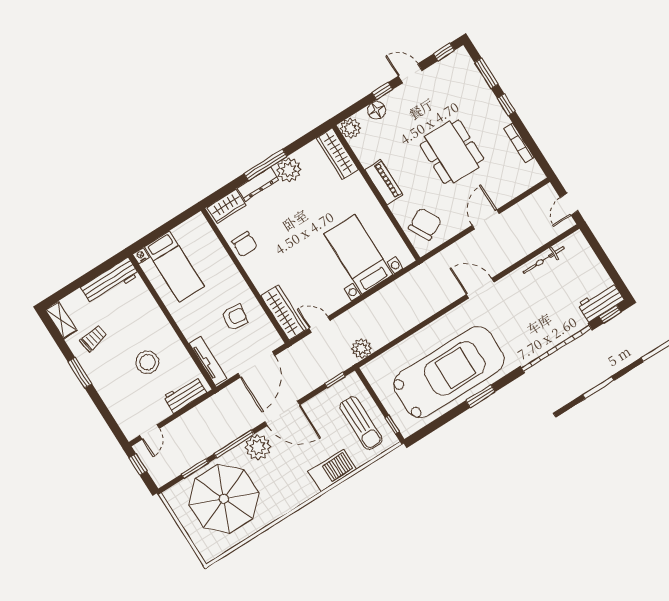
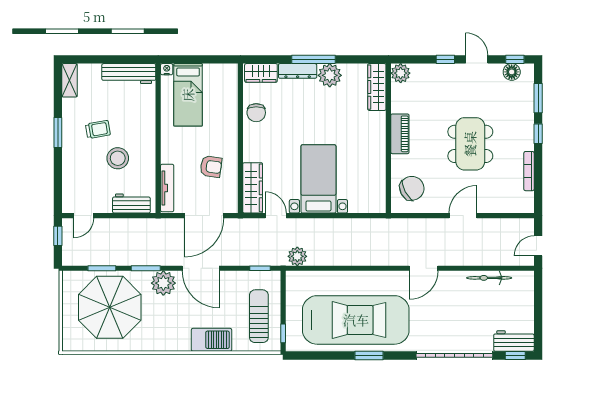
floor lamp: (376, 110) -> (512, 72), moved
bed with nightstands: (358, 254) -> (318, 179), moved
door: (480, 288) -> (424, 268), swing flipped
trolley: (93, 338) -> (98, 129), moved
sun lounger: (361, 423) -> (259, 316), turned 180
window: (234, 444) -> (146, 268), width x0.69

